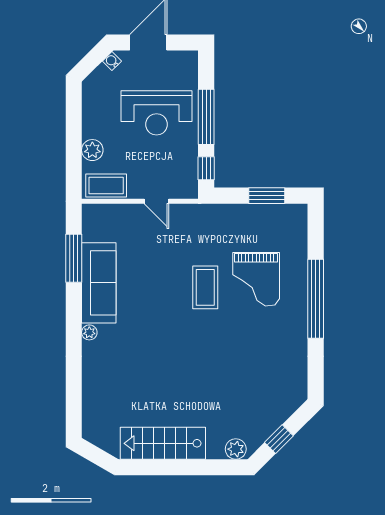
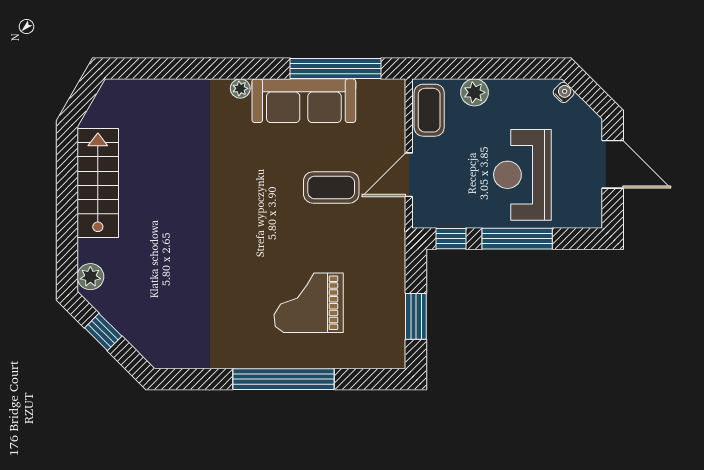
water cooler: (112, 61) -> (564, 92), moved
door: (156, 201) -> (409, 175), width x1.37
window: (74, 258) -> (335, 68), width x1.46
coffee table: (205, 287) -> (331, 187), moved

